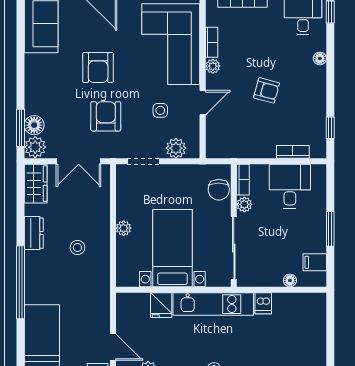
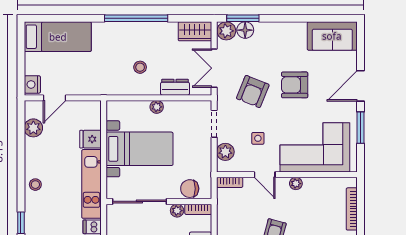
bookcase: (212, 42) -> (230, 182), moved
armchair: (106, 116) -> (253, 92), turned 112
dresser: (34, 233) -> (175, 87), moved, turned 180
window: (21, 282) -> (136, 18), moved

